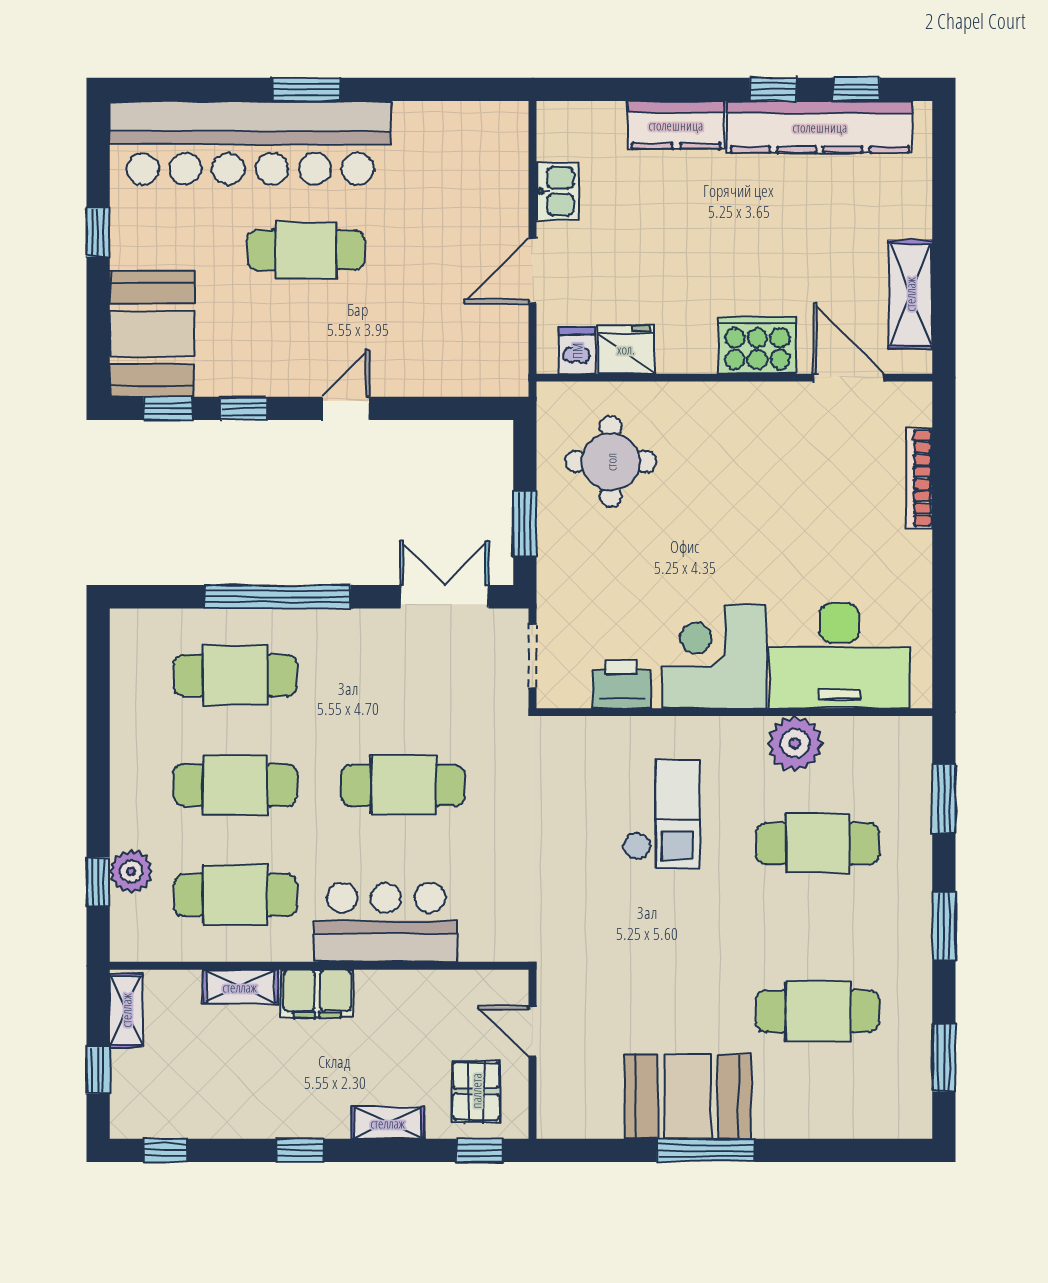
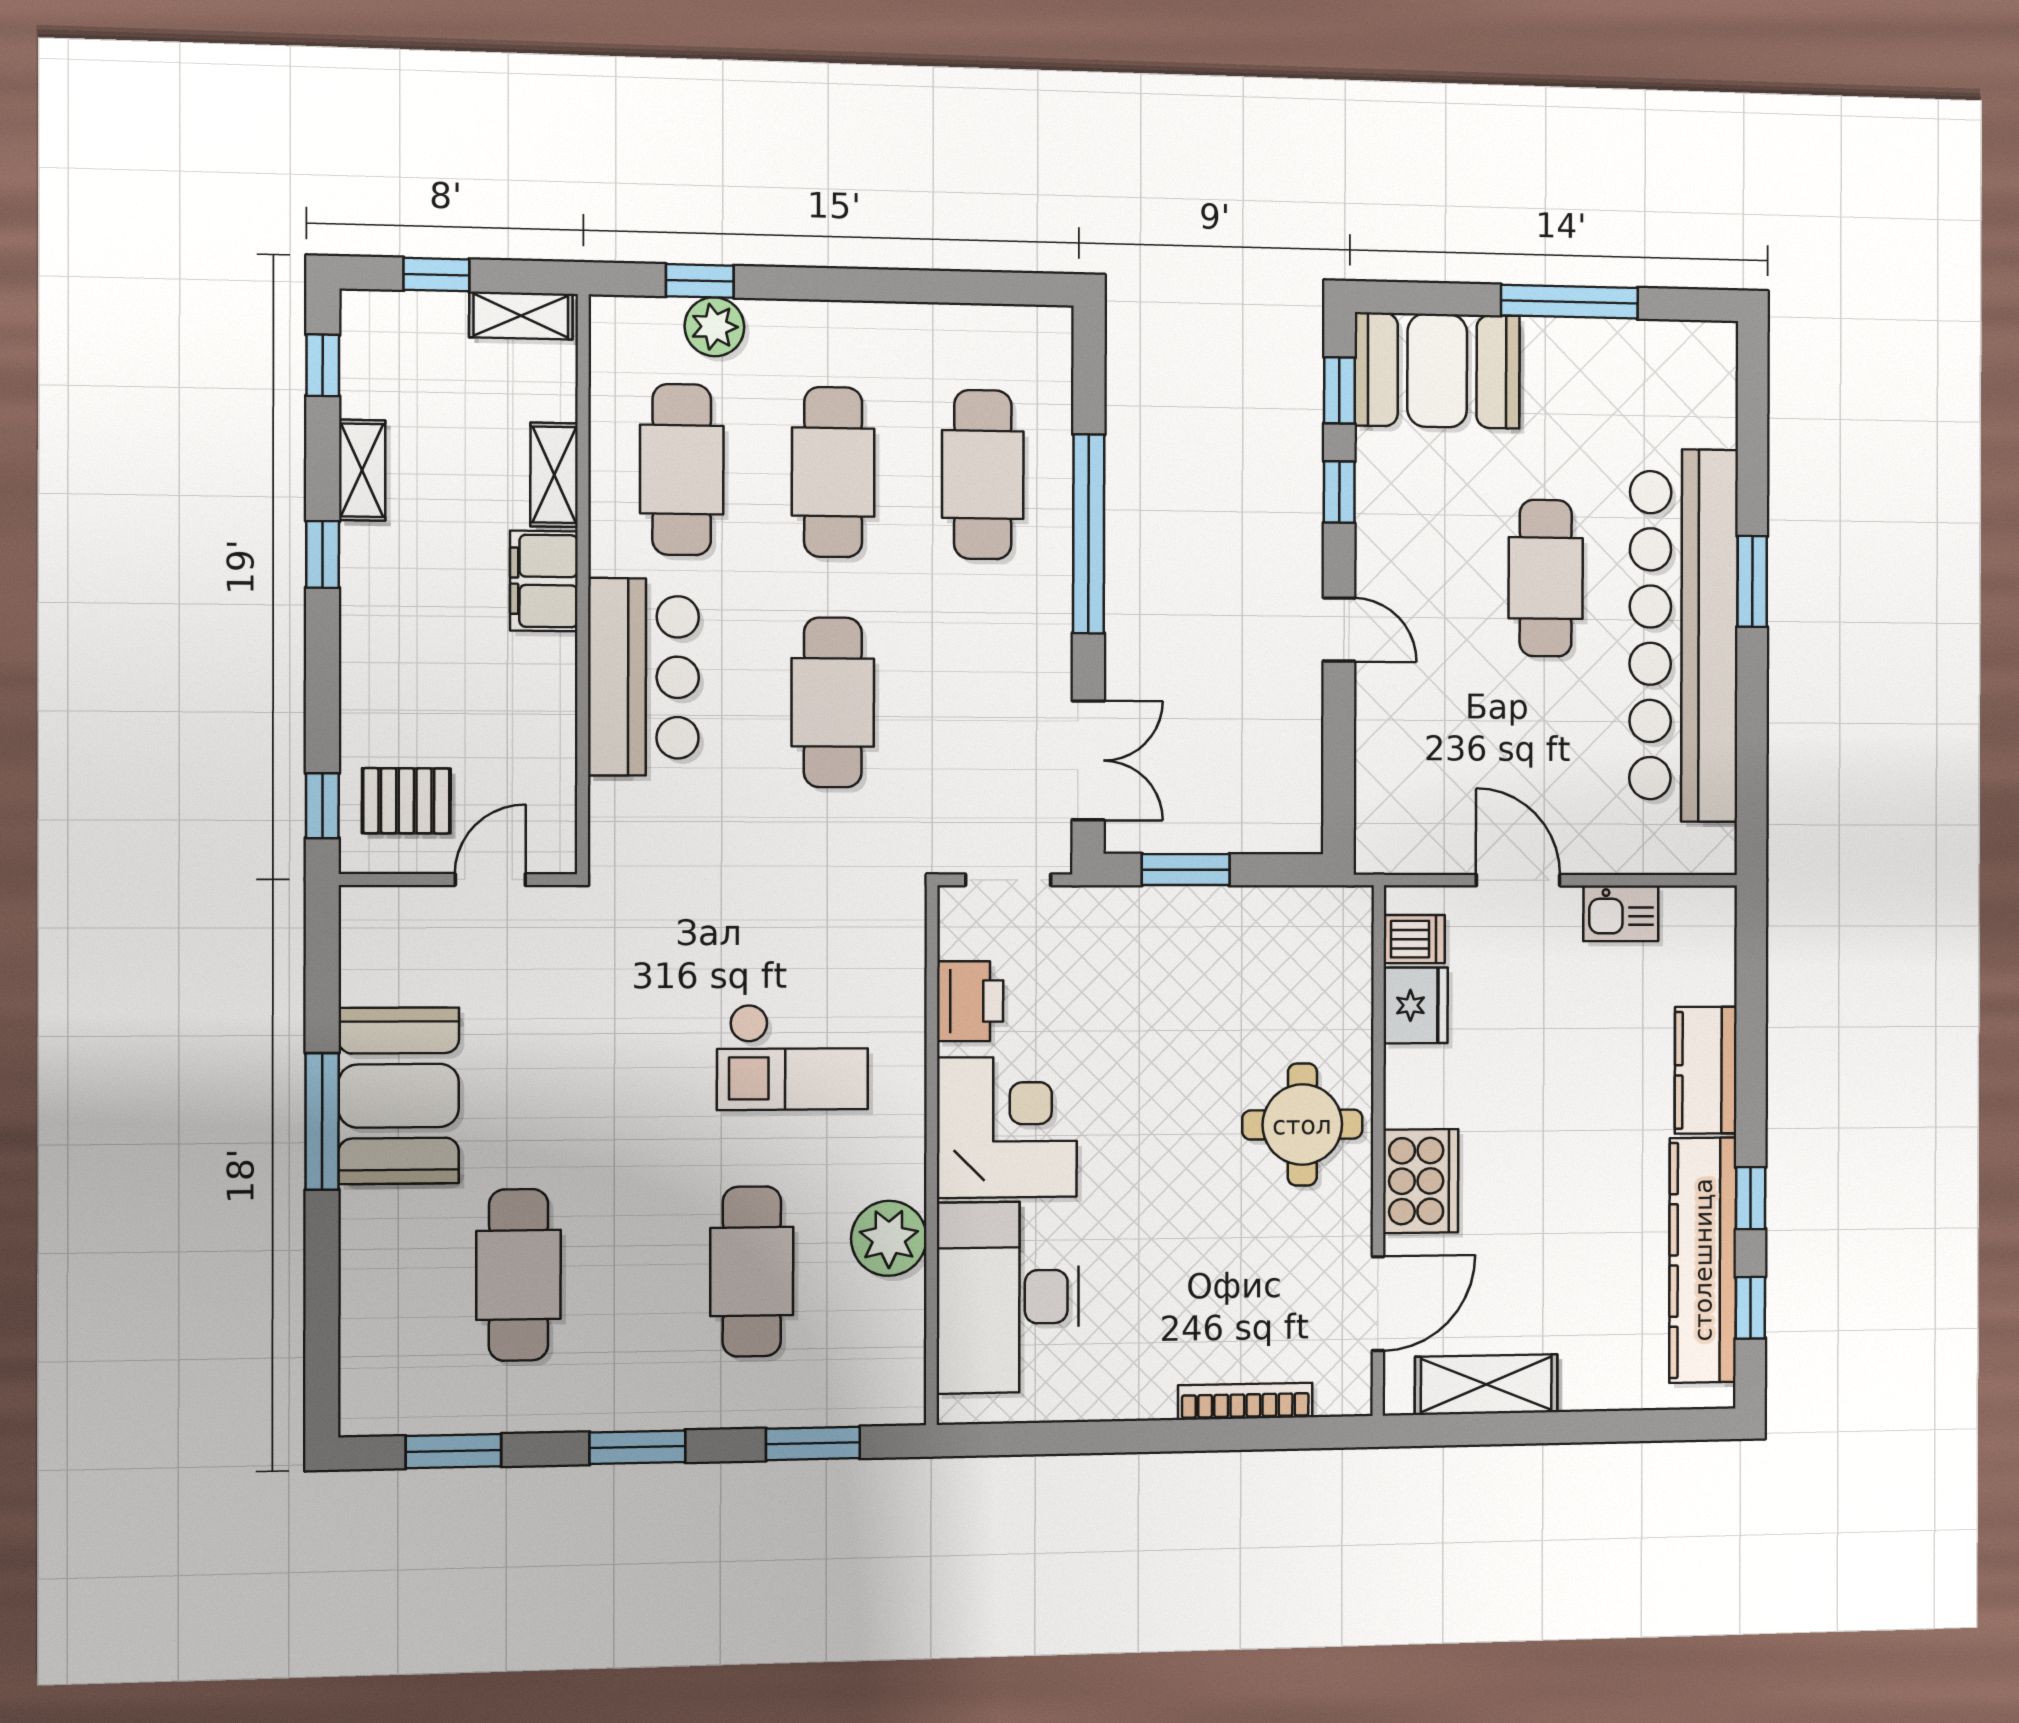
bar counter: (250, 143) -> (1684, 635), moved
window: (98, 232) -> (1569, 302), width x2.17
round table: (611, 462) -> (1302, 1125), moved
shelving: (388, 1123) -> (362, 470), moved

